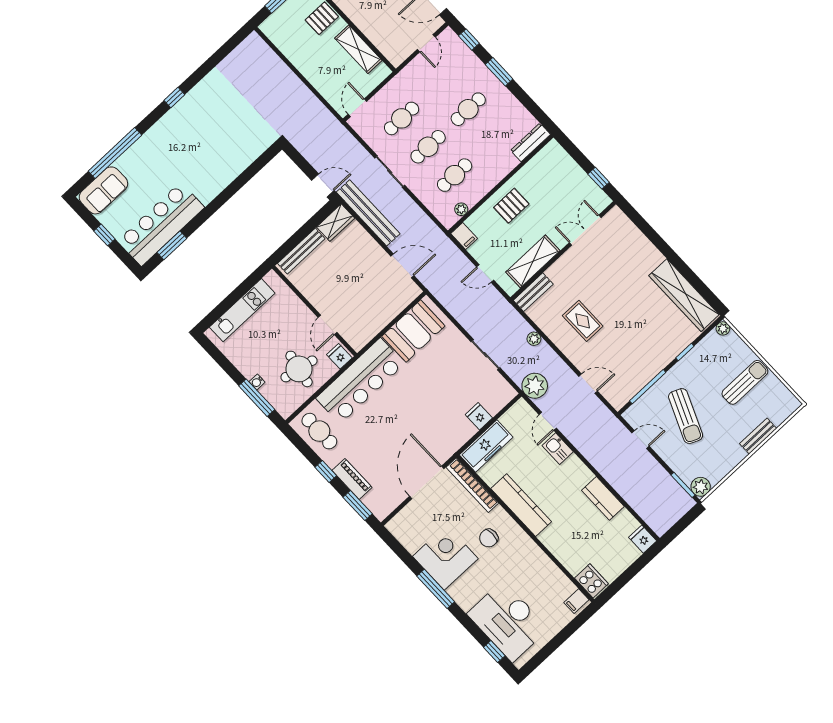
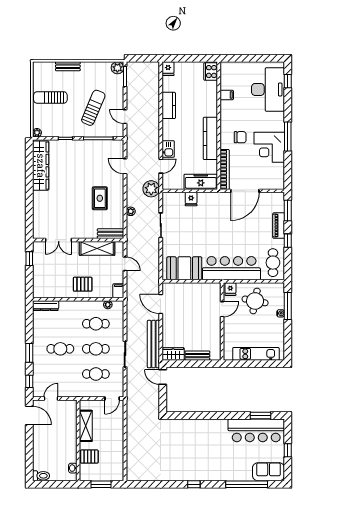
bench: (301, 251) -> (197, 356), width x0.73
filing cabinet: (576, 601) -> (227, 95), moved

